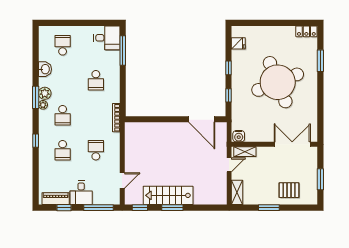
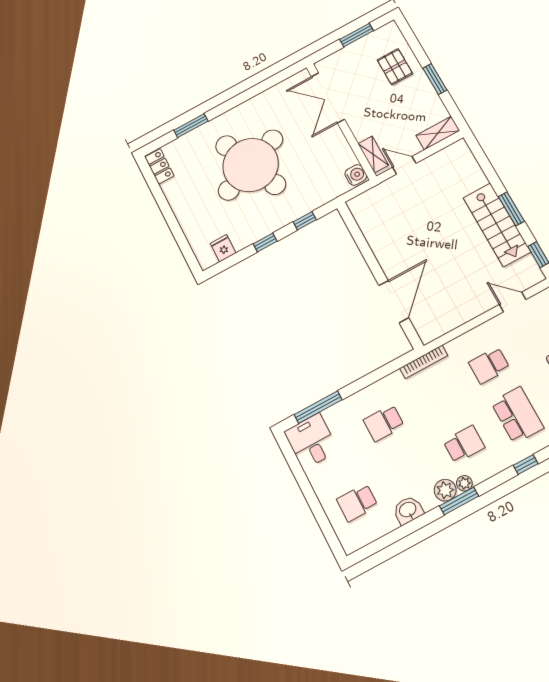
school desk: (96, 80) -> (384, 423), turned 180
door: (202, 119) -> (394, 302), moved
school desk: (63, 150) -> (517, 415), width x1.85

